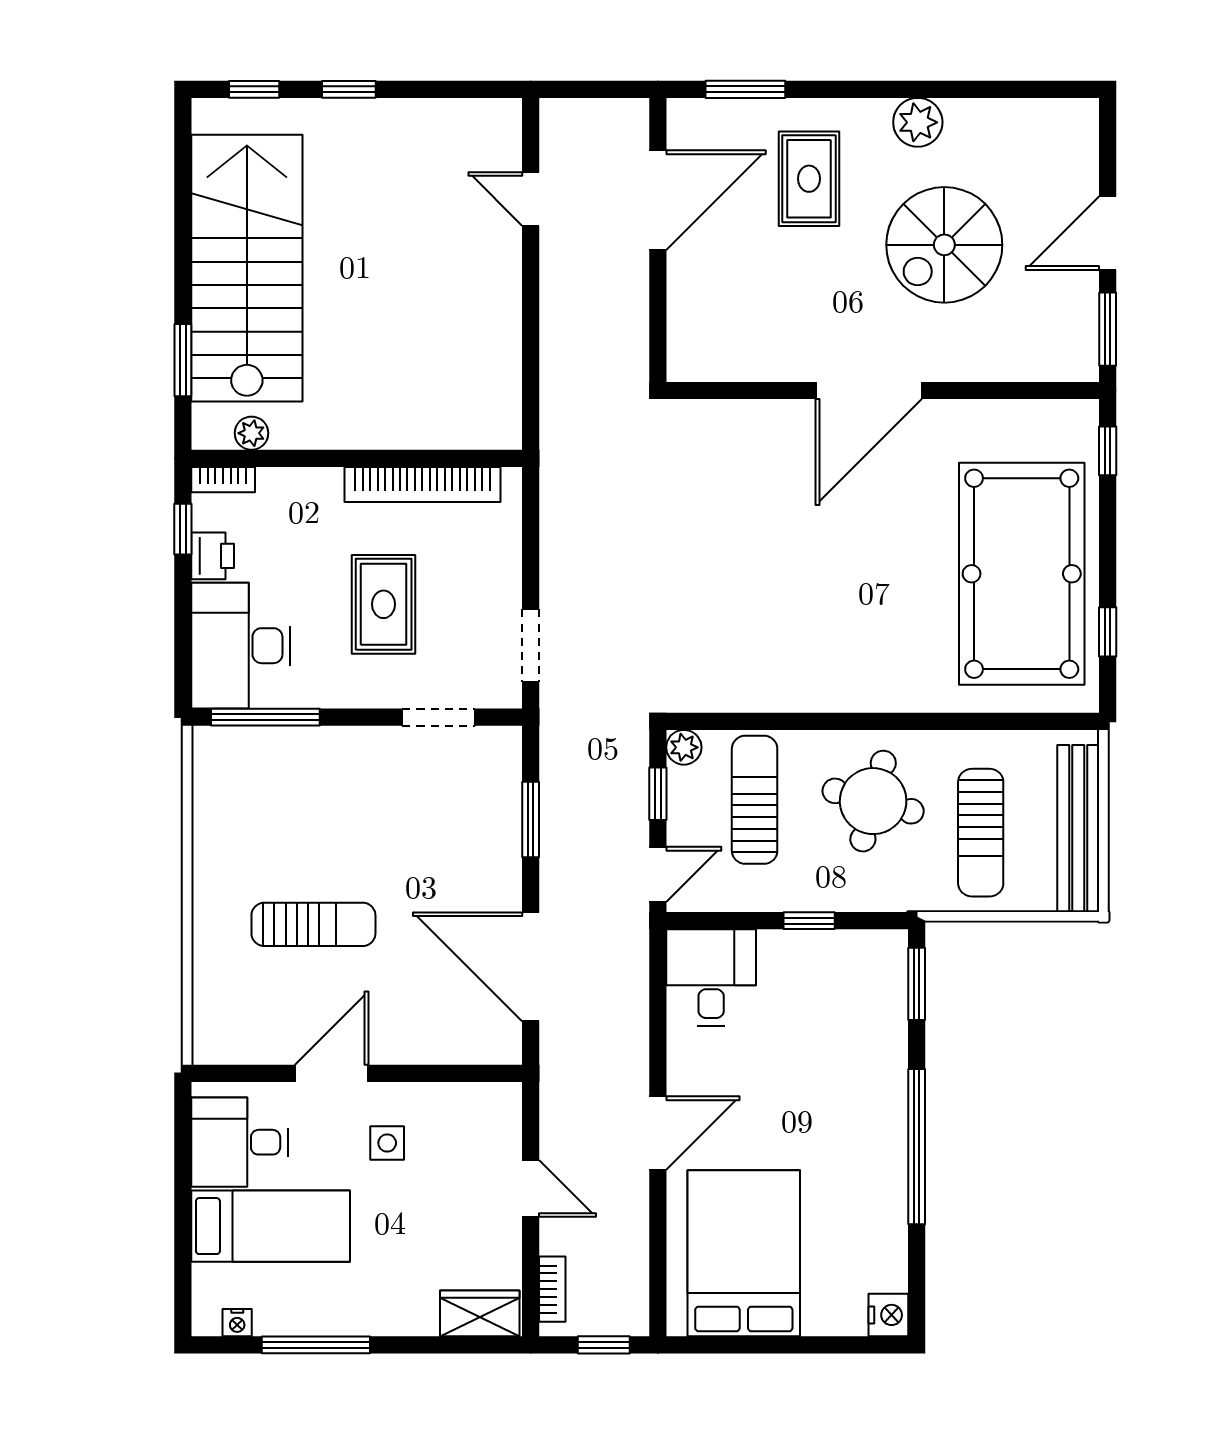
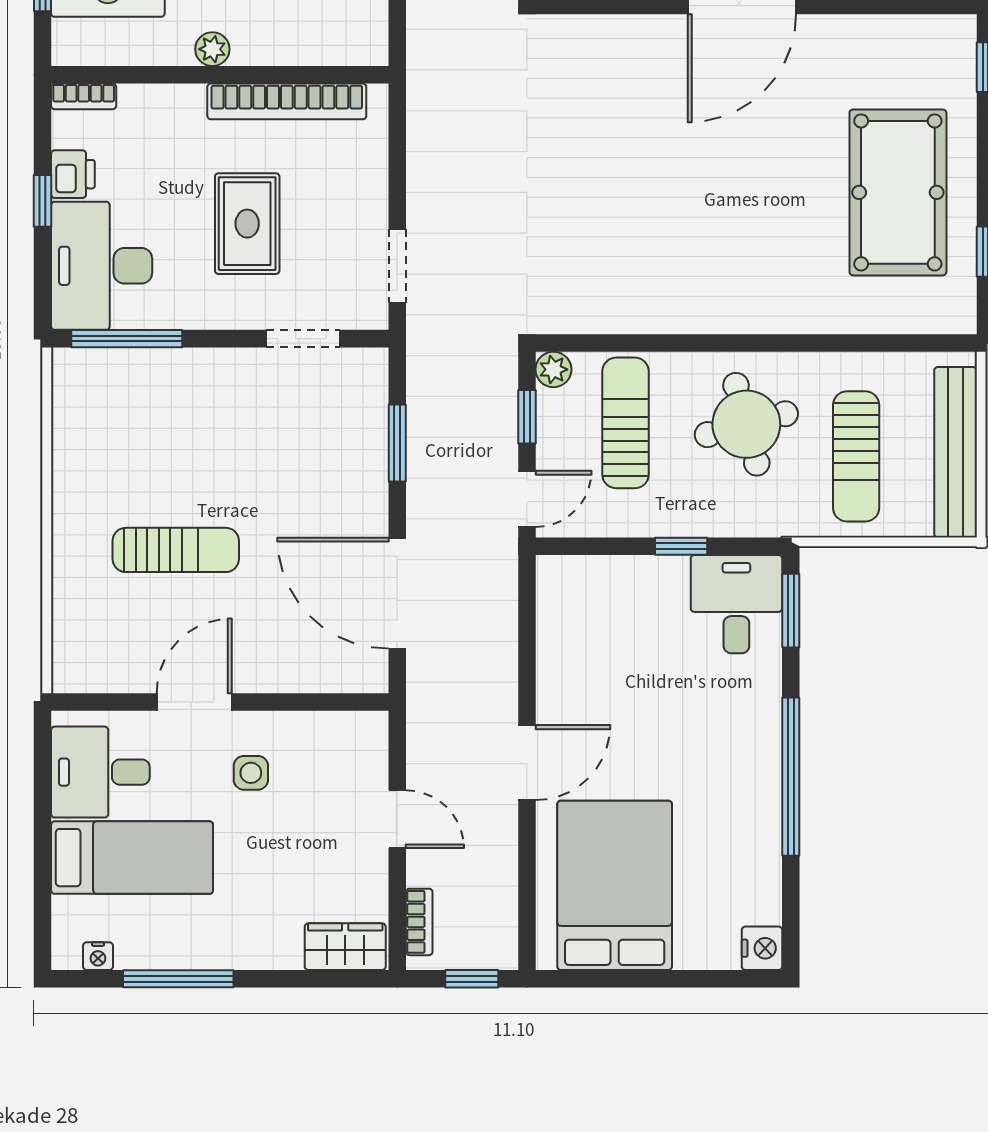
plant: (251, 433) -> (212, 49), moved
window: (183, 529) -> (42, 201), moved
pool table: (1022, 574) -> (898, 192), width x0.73, depth x0.76
round table: (873, 801) -> (746, 424), turned -30
desk: (711, 978) -> (736, 604), moved

